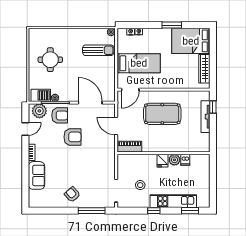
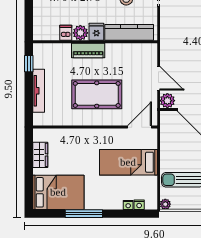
window: (172, 25) -> (84, 214), width x1.44
wardrobe: (204, 69) -> (40, 155), width x0.67
window: (213, 107) -> (29, 64), moved
plant: (110, 109) -> (167, 101), added
piano: (129, 147) -> (88, 51), moved
kitchen counter: (138, 160) -> (129, 32), added

